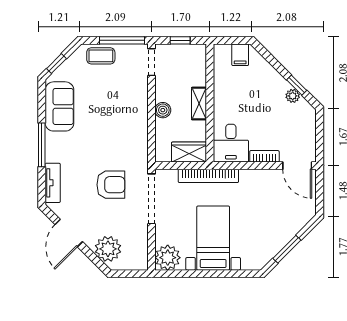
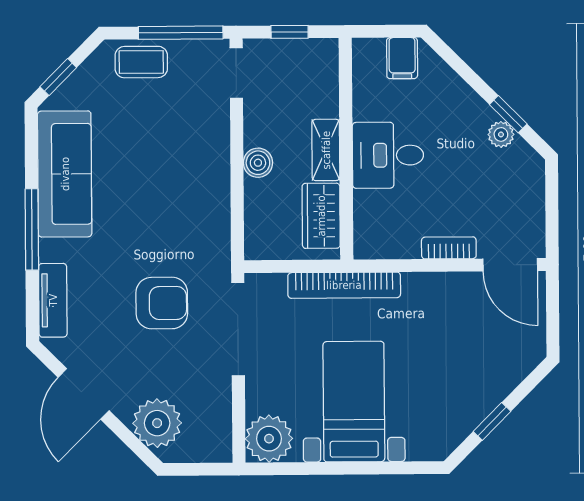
sofa: (59, 106) -> (65, 174), width x1.36
desk: (231, 143) -> (388, 155), moved, turned 90
wardrobe: (189, 152) -> (321, 216), moved, turned -90
window: (287, 249) -> (492, 421), width x0.67

